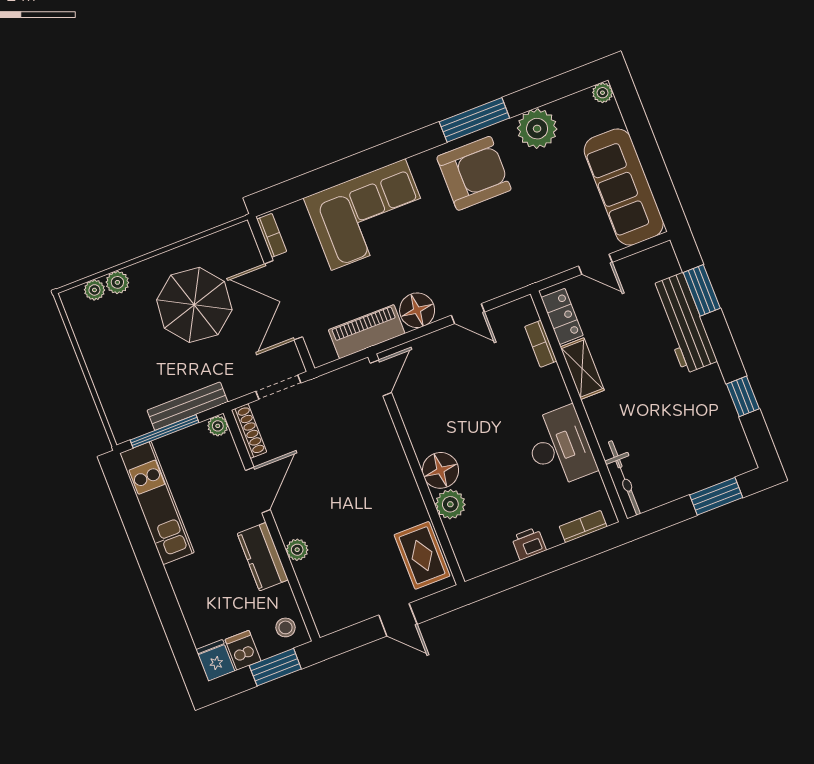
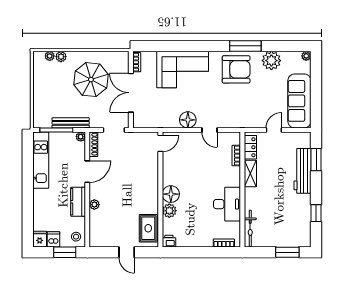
door: (595, 264) -> (274, 130), swing flipped
piano: (367, 332) -> (162, 121), removed
printer: (529, 543) -> (169, 241), moved

